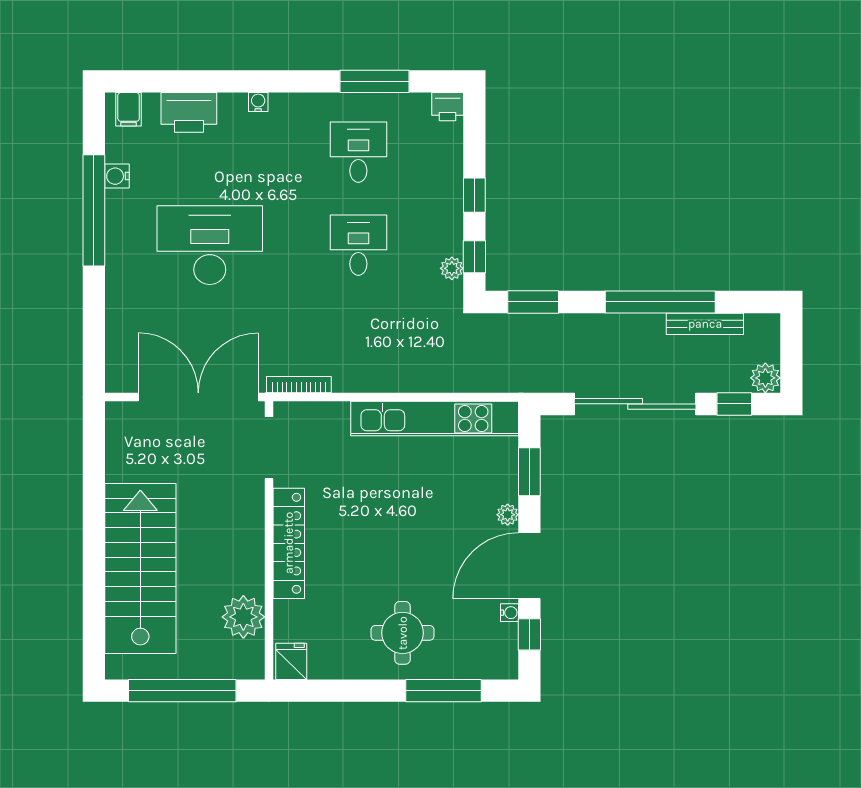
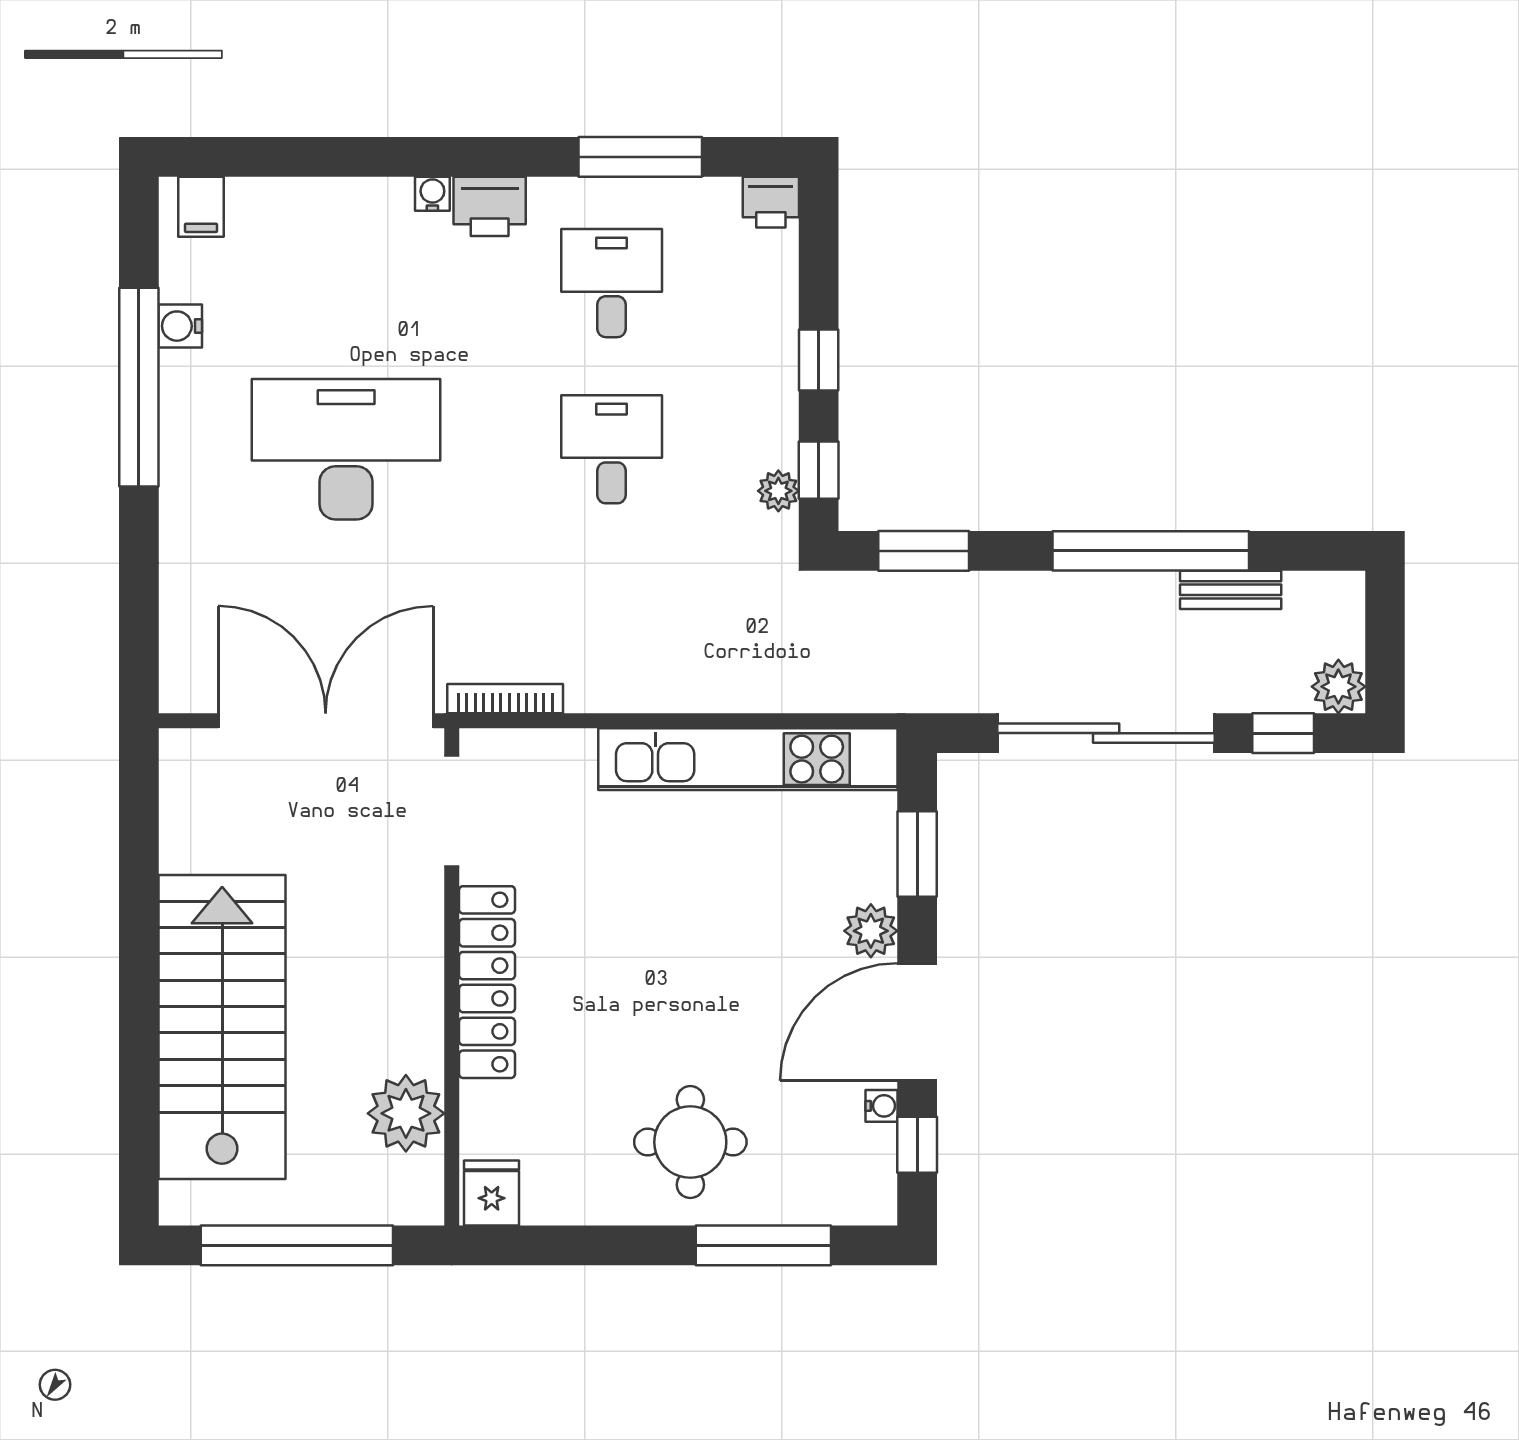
printer: (189, 112) -> (490, 206), moved, width x0.73, depth x0.84
bench: (705, 324) -> (1231, 590), width x0.73
plant: (508, 515) -> (871, 931), width x1.38, depth x1.38

